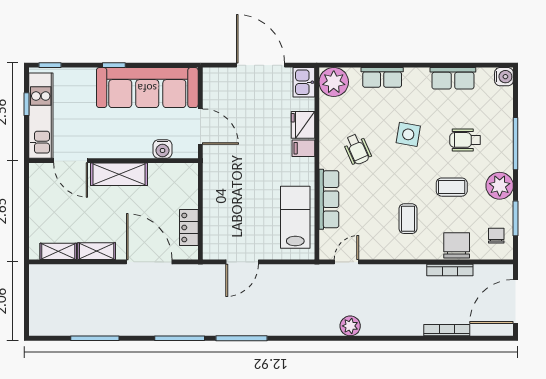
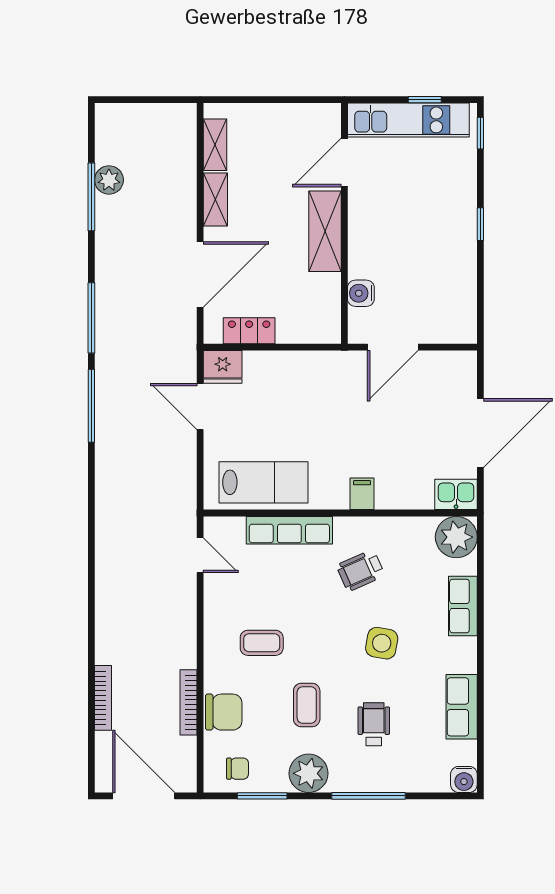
sofa: (147, 88) -> (448, 272), removed
fridge: (303, 125) -> (223, 367), moved, turned 180
plant: (350, 326) -> (109, 180), moved

